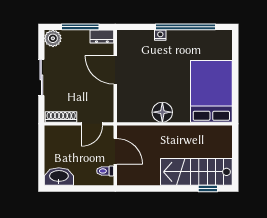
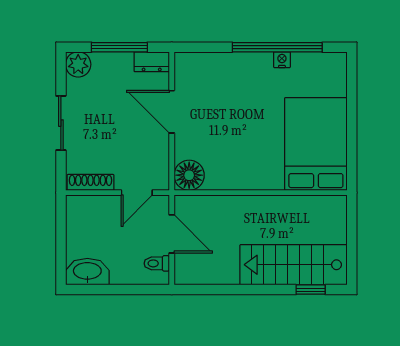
nightstand: (160, 35) -> (282, 60), moved
floor lamp: (162, 112) -> (189, 175), moved

